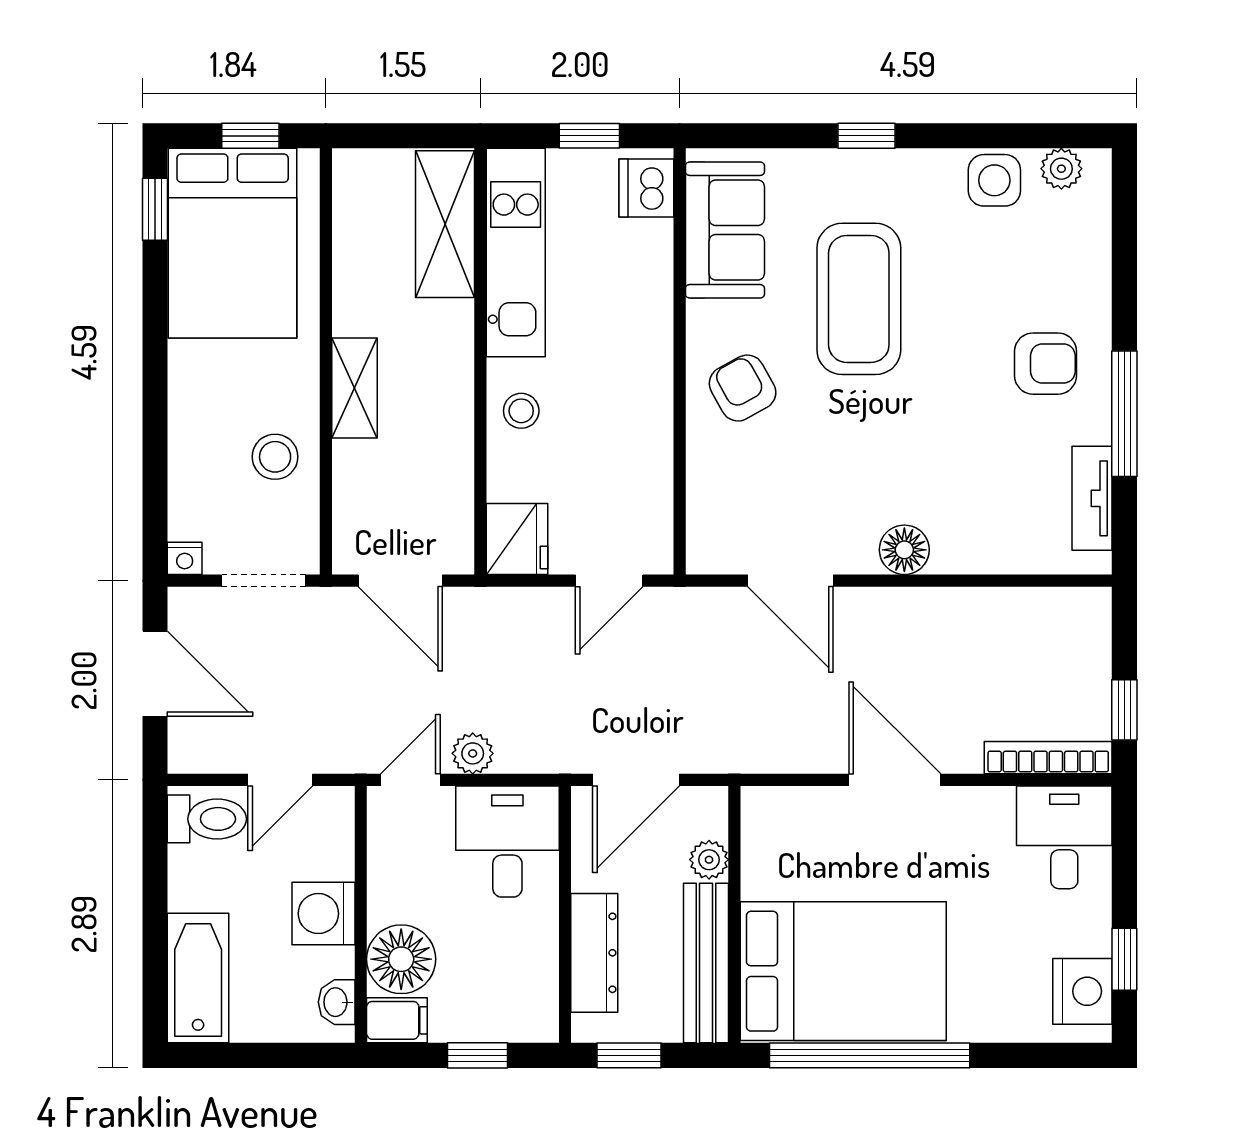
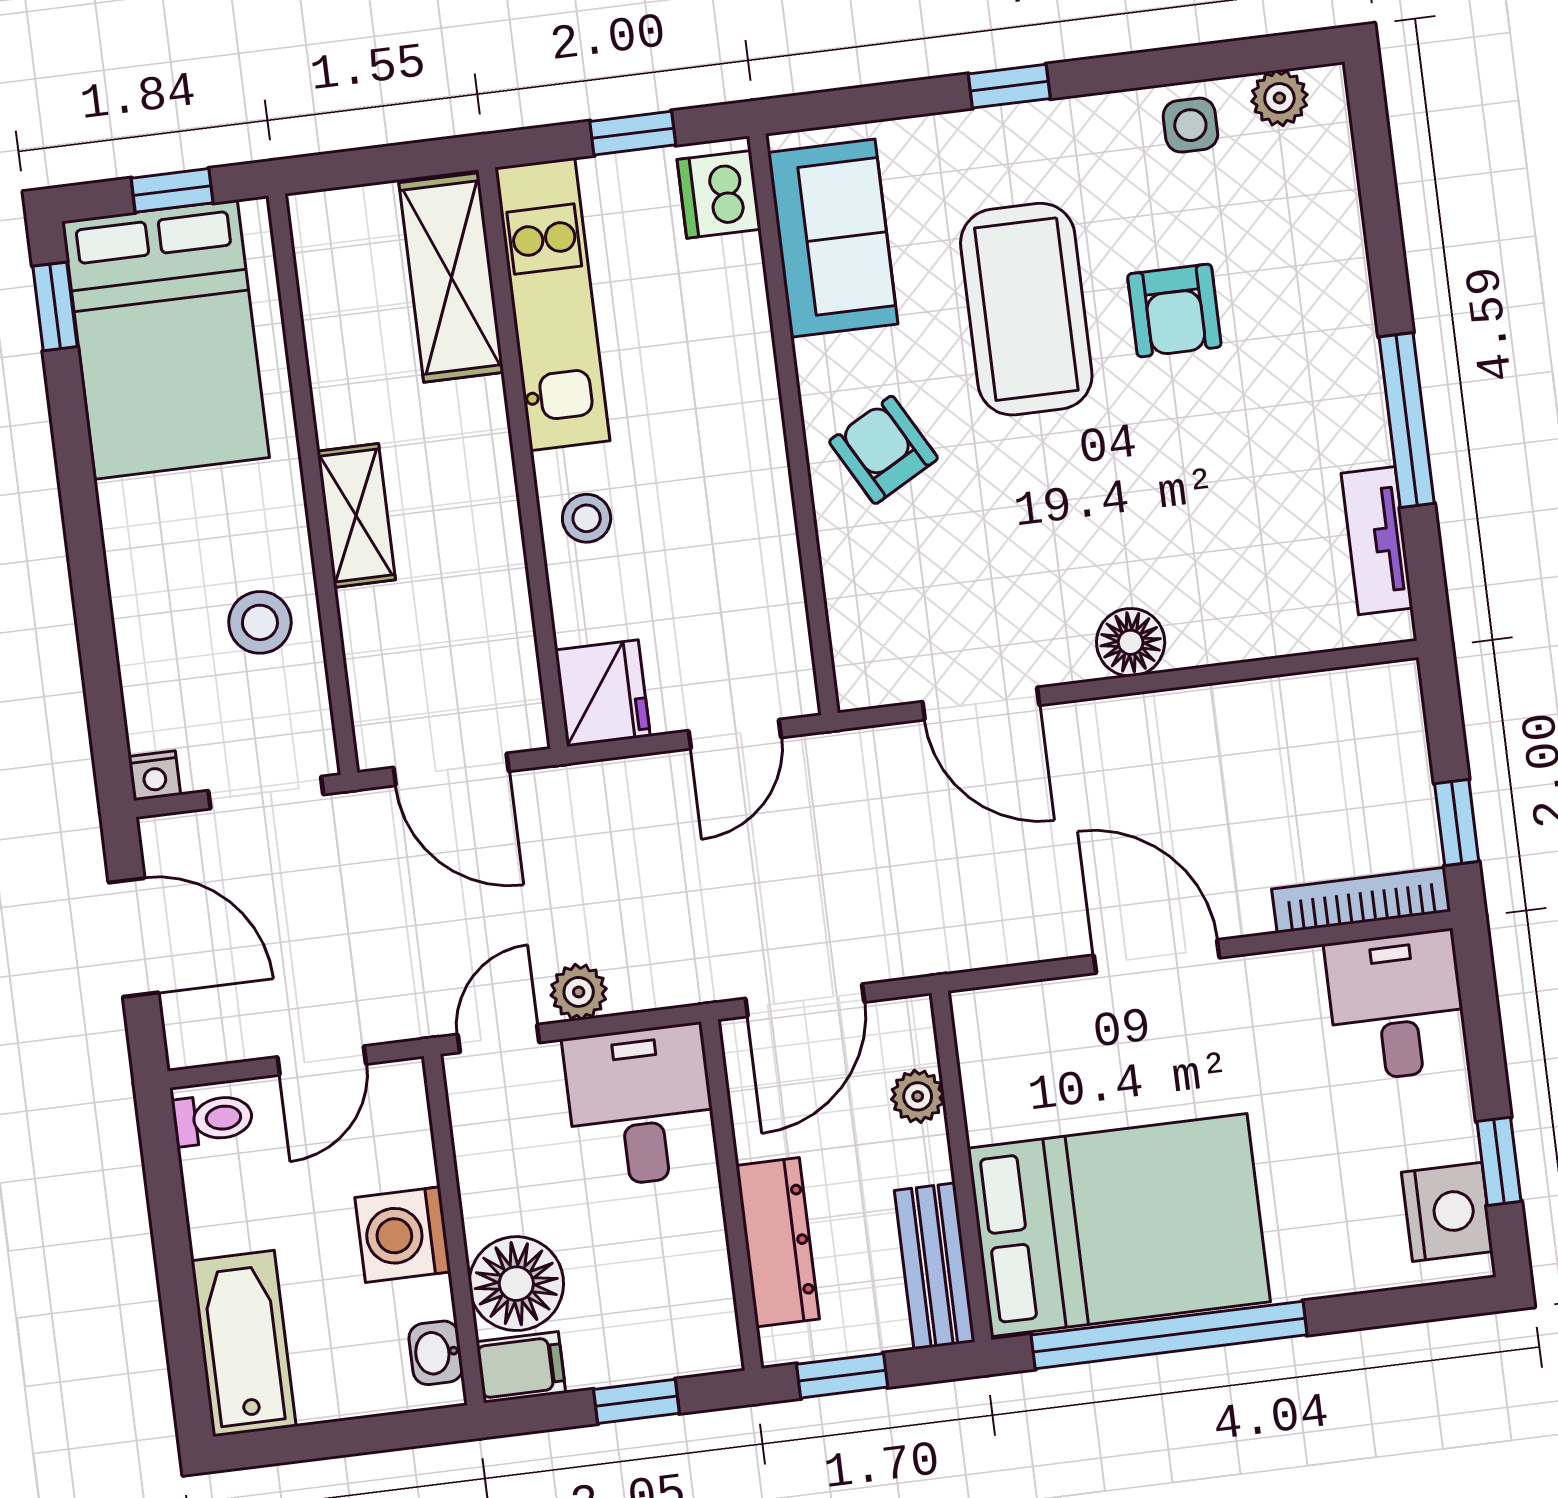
side table: (994, 180) -> (1190, 125), width x0.73, depth x0.73
armchair: (1046, 364) -> (1174, 310), moved, turned 90
toilet: (207, 819) -> (213, 1119), width x0.73, depth x0.72
bench: (706, 963) -> (935, 1266), width x0.73

